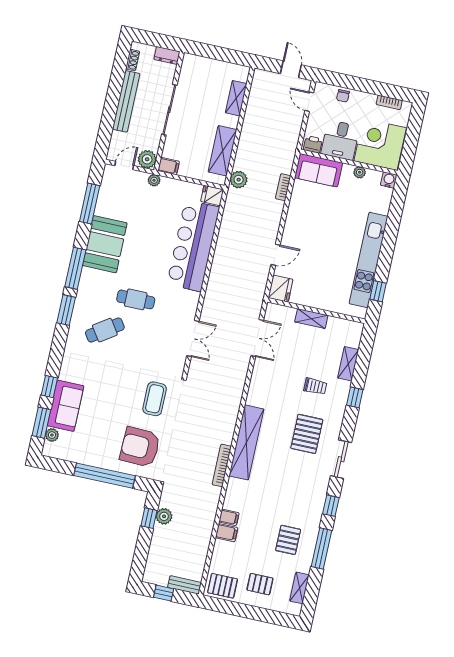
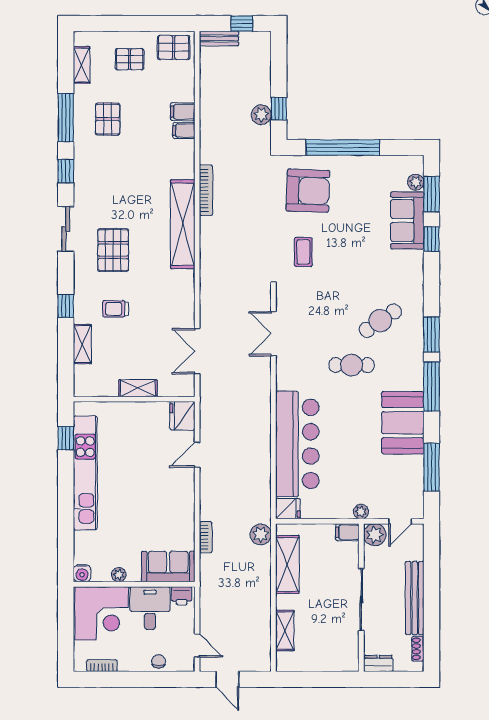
coffee table: (155, 399) -> (303, 252), width x0.73, depth x0.77

